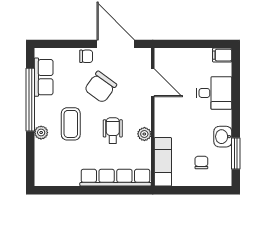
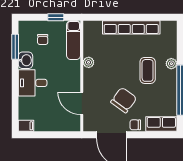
row of seats: (44, 77) -> (161, 124), moved, turned 90
desk: (214, 93) -> (33, 83), moved
wheelchair: (113, 130) -> (114, 65), removed
row of seats: (116, 178) -> (131, 27), moved
window: (185, 190) -> (56, 17), added

